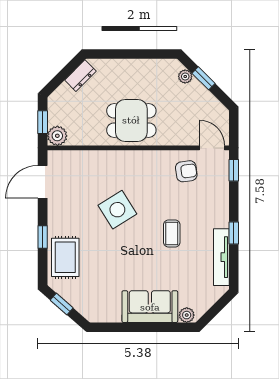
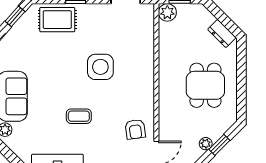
plant: (185, 77) -> (206, 144), moved
dining table: (131, 120) -> (205, 85), moved
side table: (117, 210) -> (100, 67), turned 32

